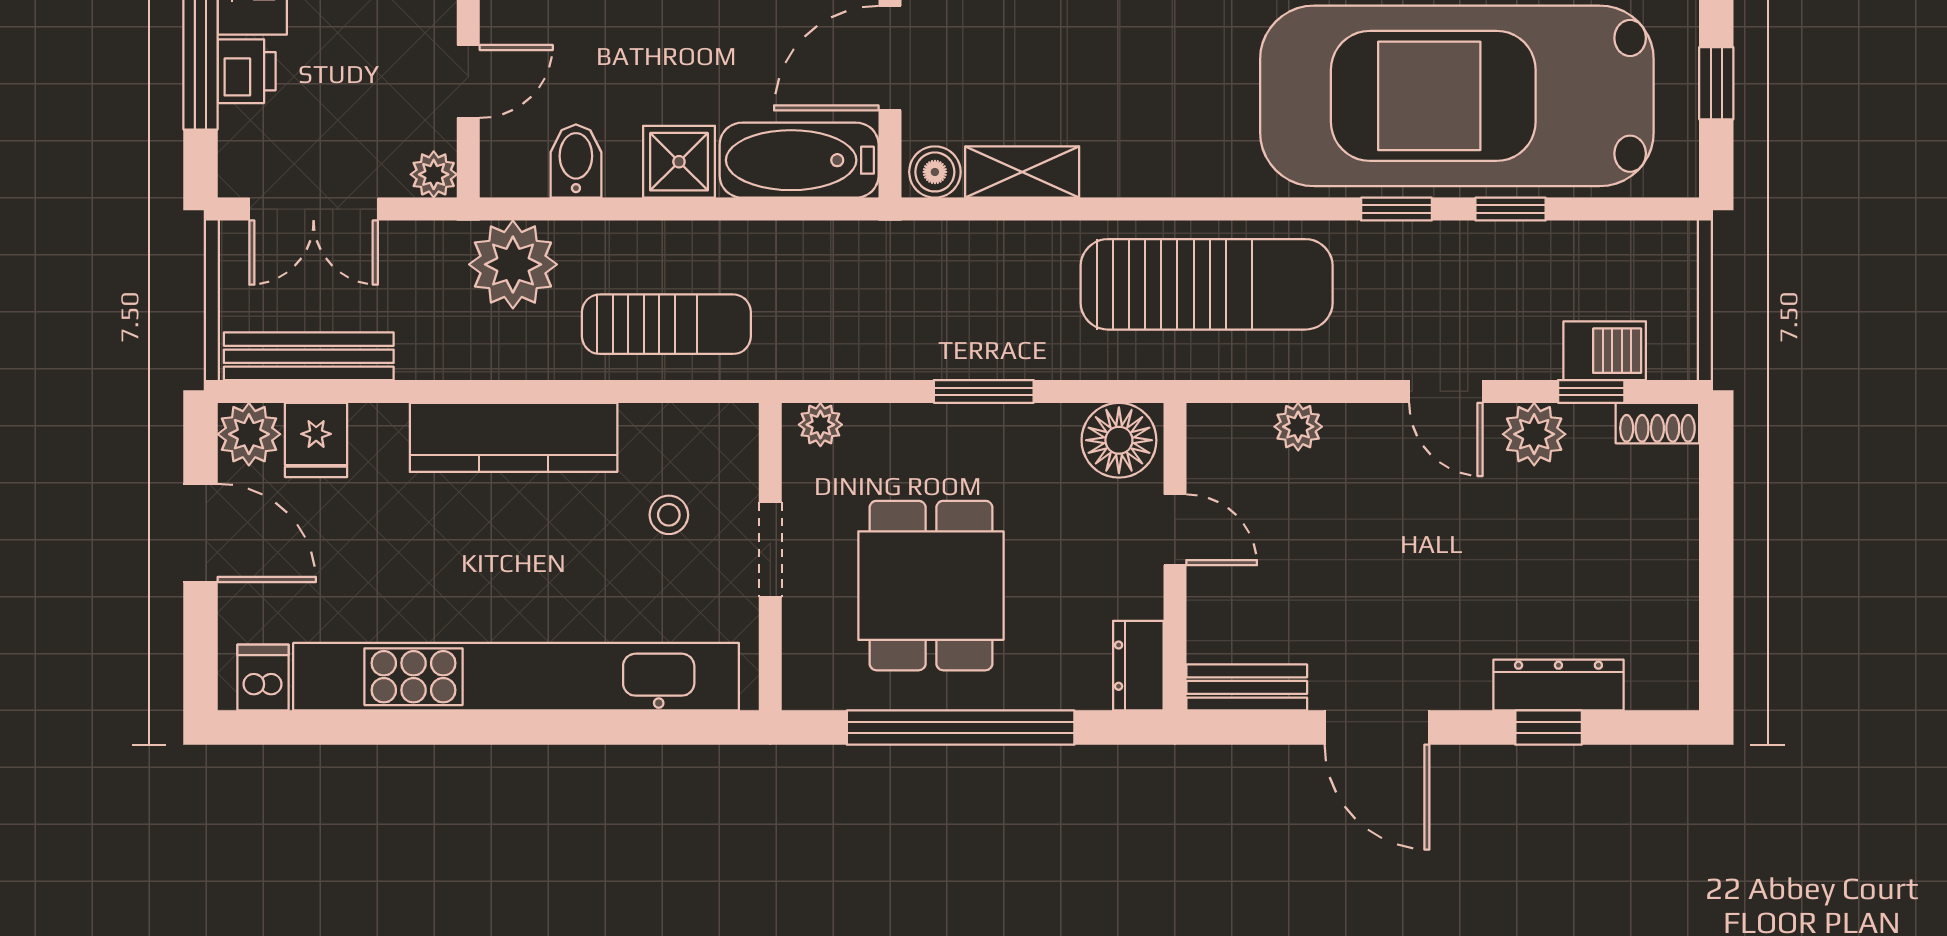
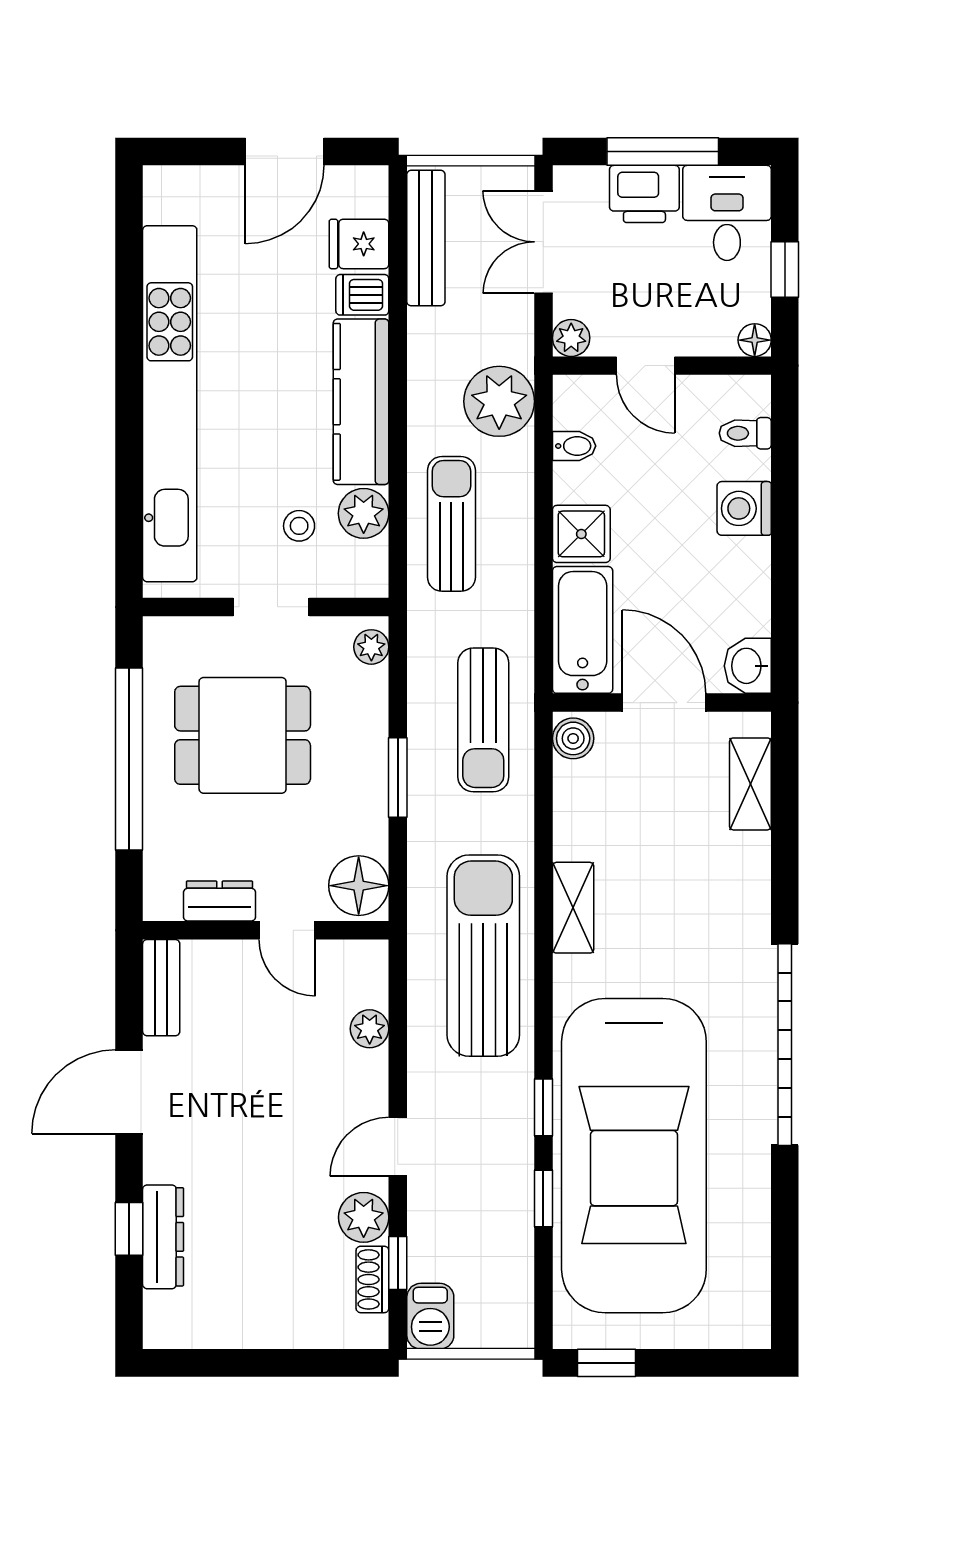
printer: (247, 71) -> (644, 194), width x1.36, depth x1.24
window: (1716, 83) -> (606, 1363), moved
car: (1457, 96) -> (634, 1156), turned 180
bidet: (576, 161) -> (574, 446), width x0.72, depth x0.74
shelving: (1022, 172) -> (573, 908), moved
sun lounger: (912, 284) -> (483, 720), added
sun lounger: (1207, 284) -> (483, 956), turned 180
sun lounger: (666, 324) -> (451, 524), turned 180
barbecue: (1605, 351) -> (430, 1316), moved
shoe rack: (1657, 423) -> (372, 1279), moved
plant: (249, 434) -> (364, 513), moved
door: (1175, 530) -> (287, 930), hinge flipped
dresser: (1138, 666) -> (220, 901), moved
dishwasher: (263, 678) -> (362, 295), moved, turned 180

